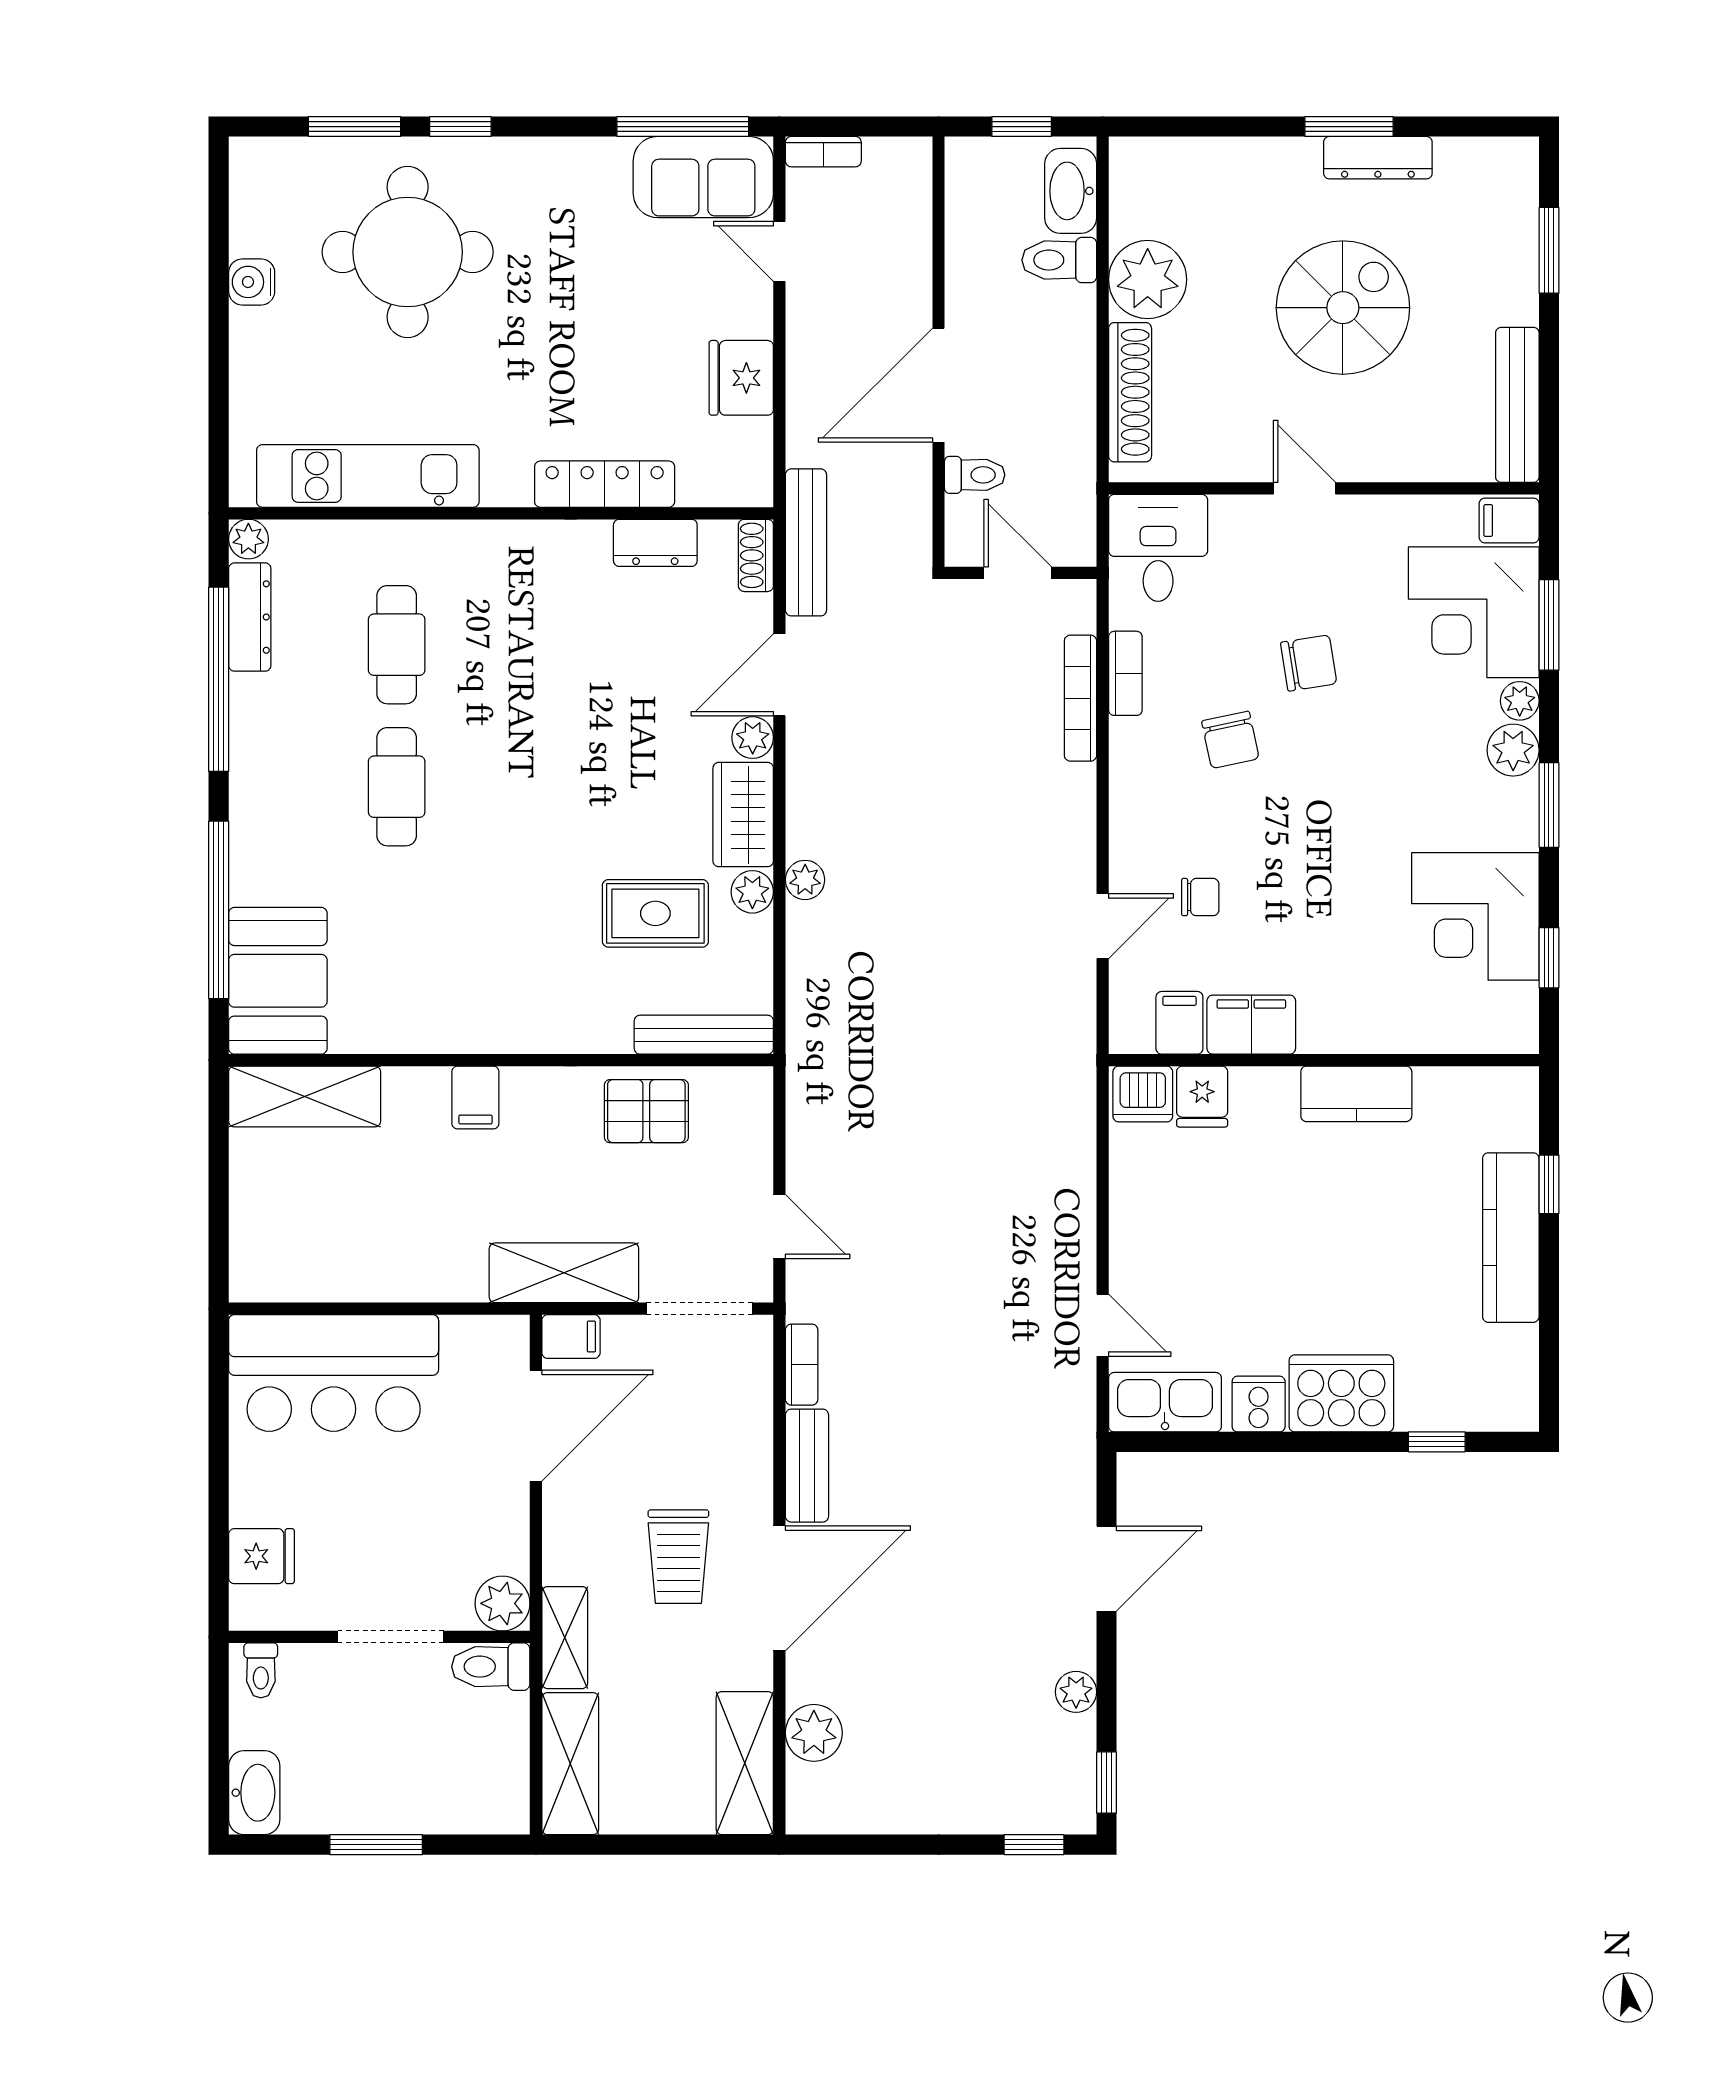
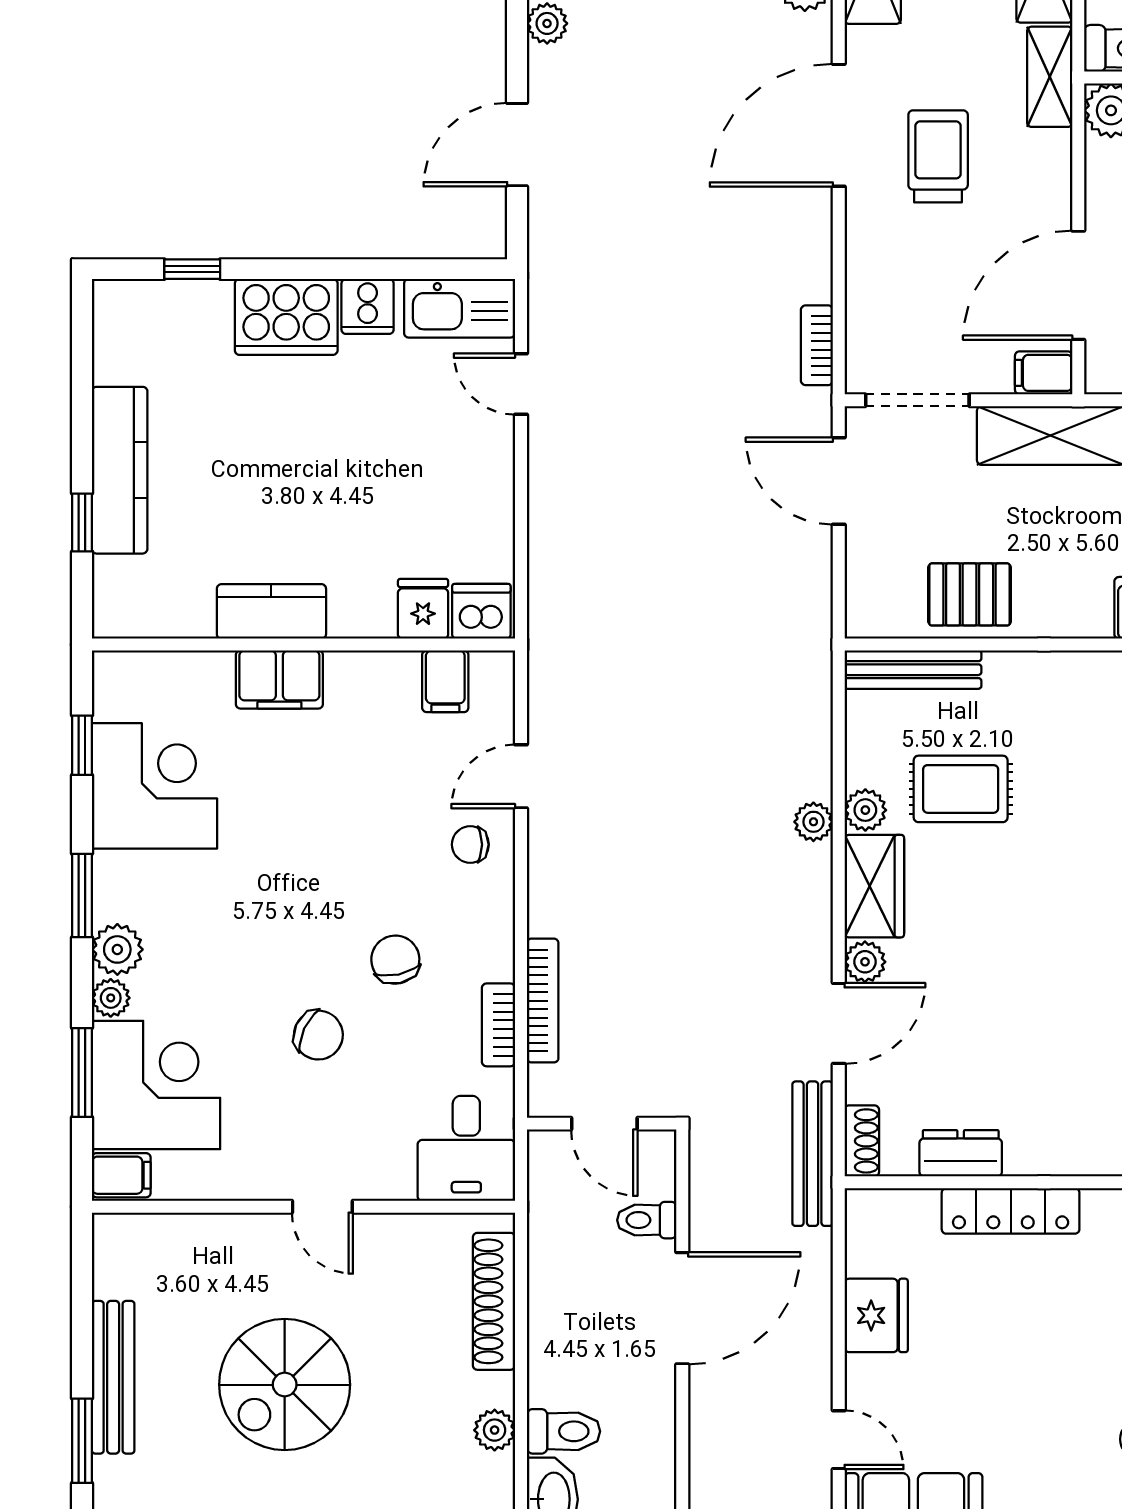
plant: (1148, 280) -> (495, 1430), width x0.53, depth x0.53
bench: (1517, 405) -> (113, 1377), moved
chair: (1309, 663) -> (318, 1035), turned -146
chair: (1200, 897) -> (470, 845), moved
filing cabinet: (1251, 1025) -> (279, 680), moved
door: (779, 1227) -> (839, 481), width x1.38
bench: (807, 1466) -> (812, 246), removed

